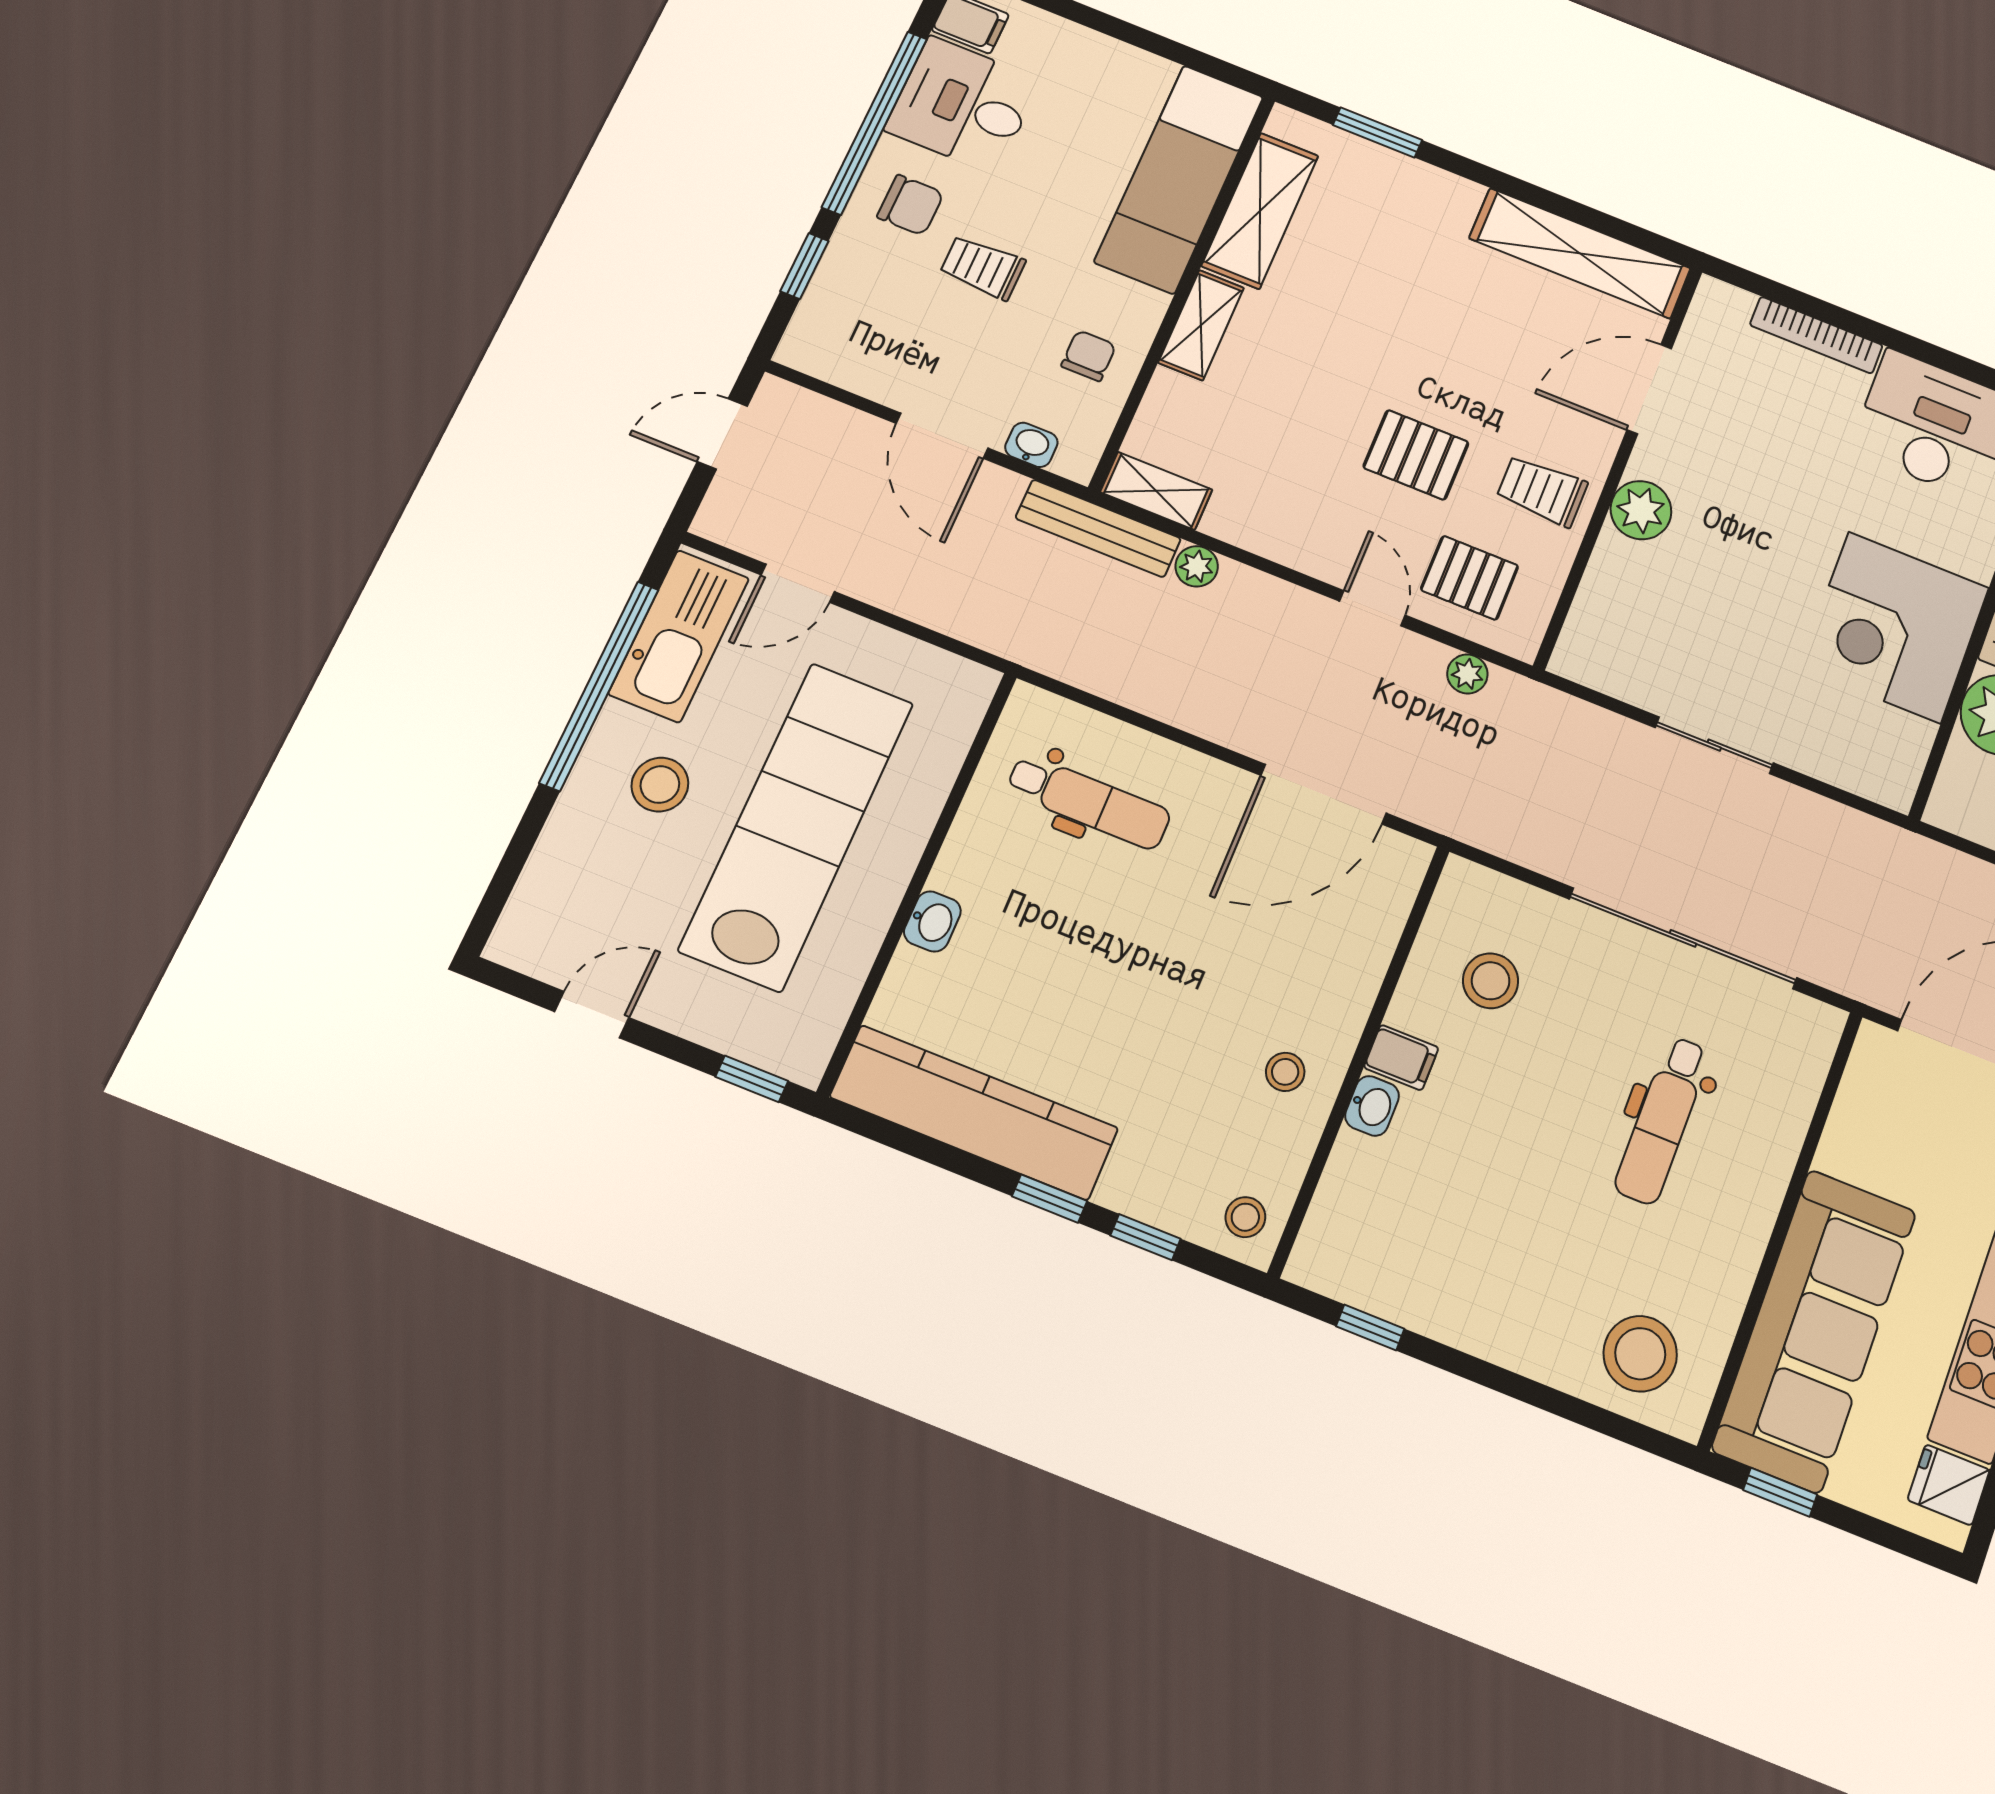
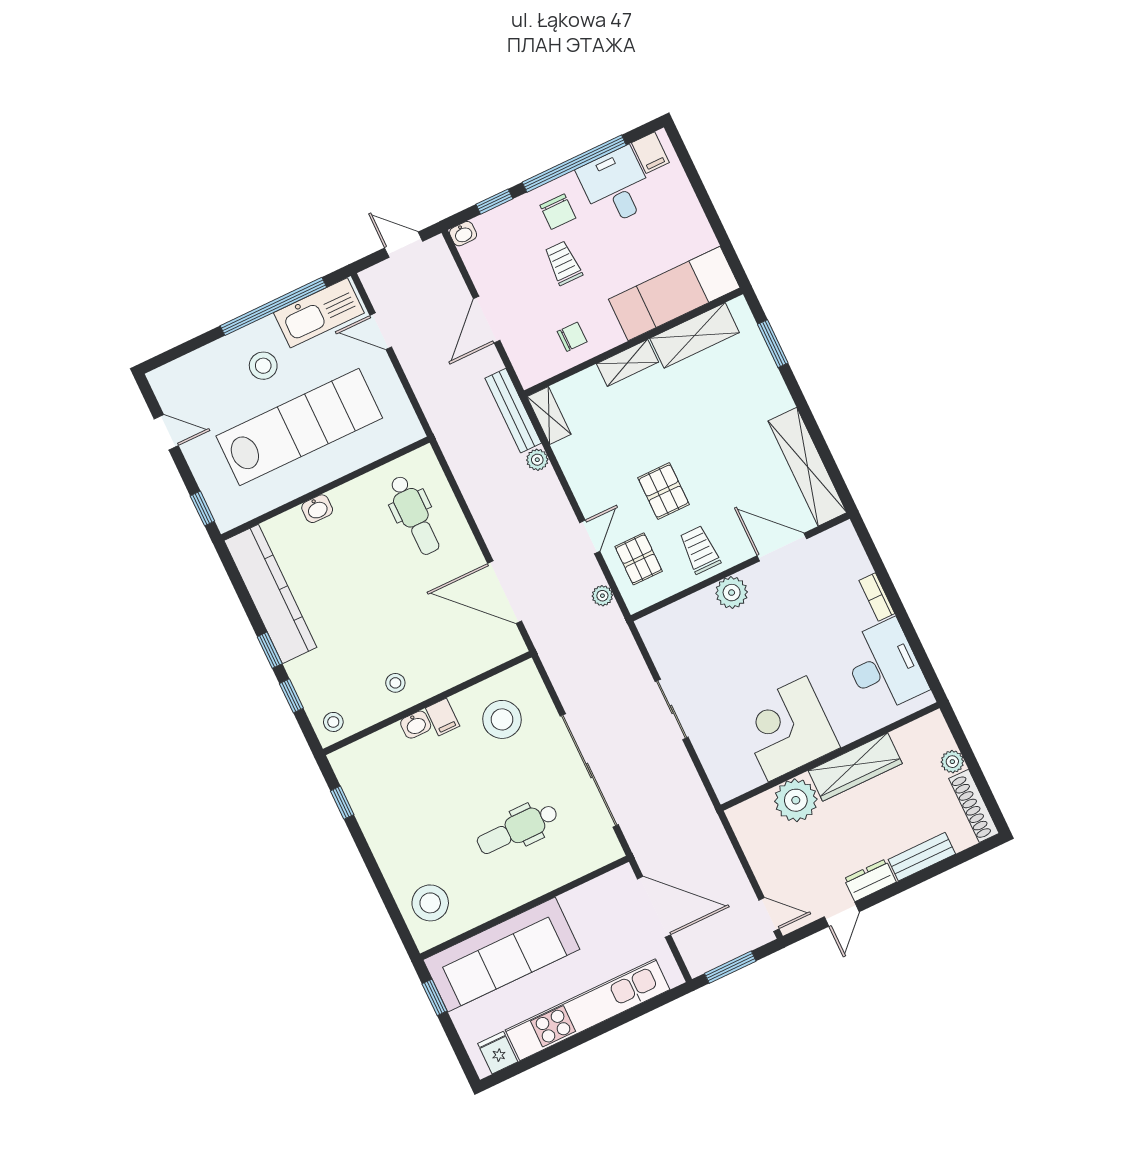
bookcase: (1816, 335) -> (877, 597), width x0.64
washbasin: (1031, 445) -> (463, 234), moved, turned 90
stool: (1491, 981) -> (502, 719), width x1.38, depth x1.38

